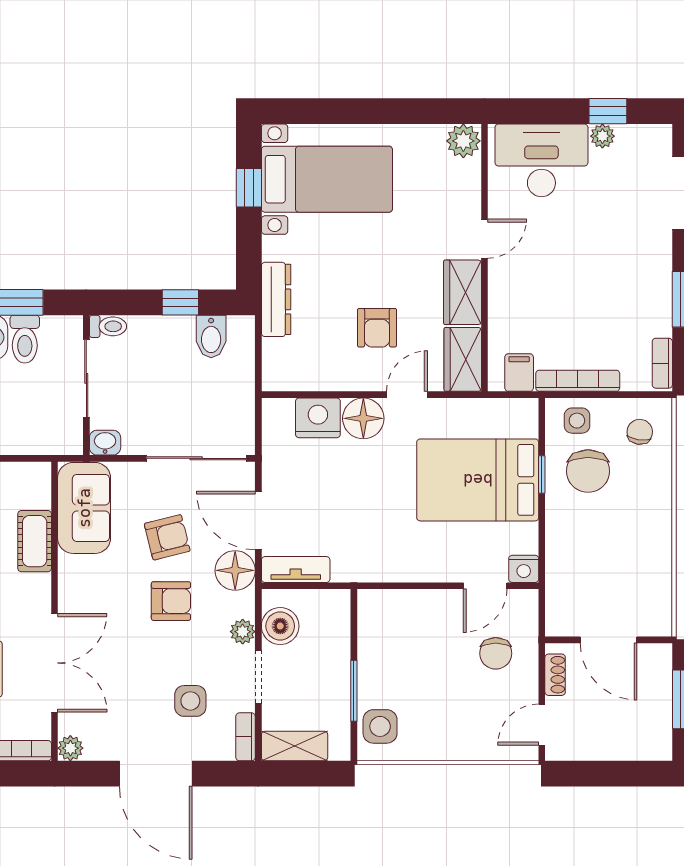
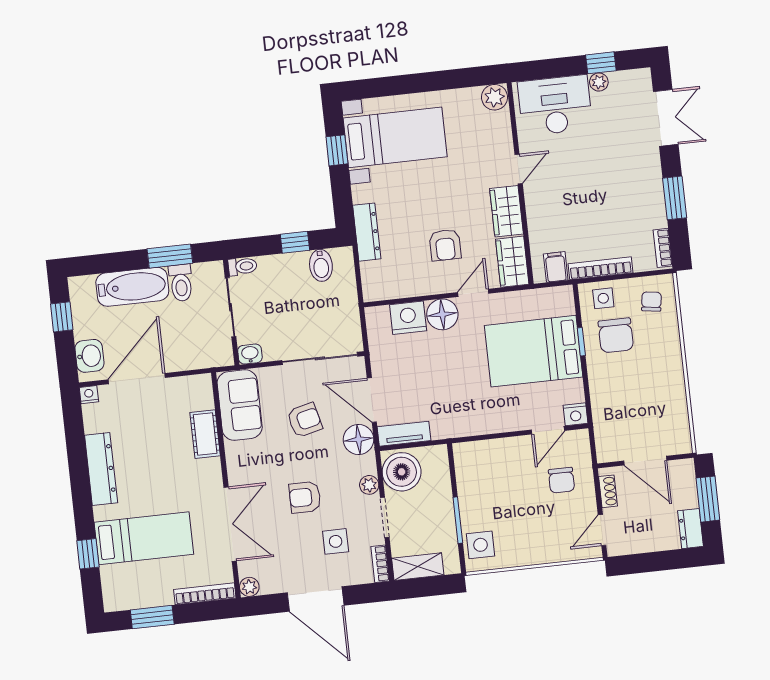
armchair: (171, 601) -> (305, 497), moved, turned 180
boiler: (280, 626) -> (402, 472), width x1.37, depth x1.37
dresser: (658, 736) -> (691, 529), added

